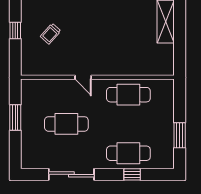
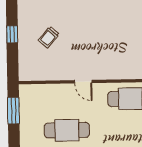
window: (15, 117) -> (14, 111), moved

